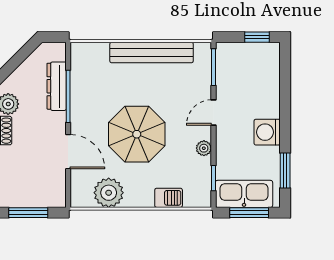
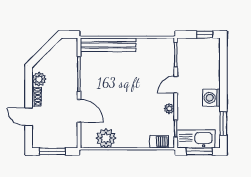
bench: (152, 53) -> (108, 45), moved
dresser: (57, 86) -> (71, 67), removed
parasol: (137, 134) -> (125, 99), removed
barbecue: (169, 198) -> (159, 142), moved

